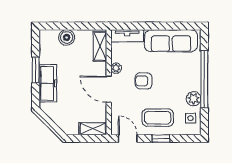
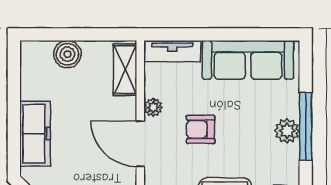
window: (36, 70) -> (14, 110), removed
window: (204, 79) -> (306, 127), width x0.68
plant: (194, 99) -> (287, 131), moved

